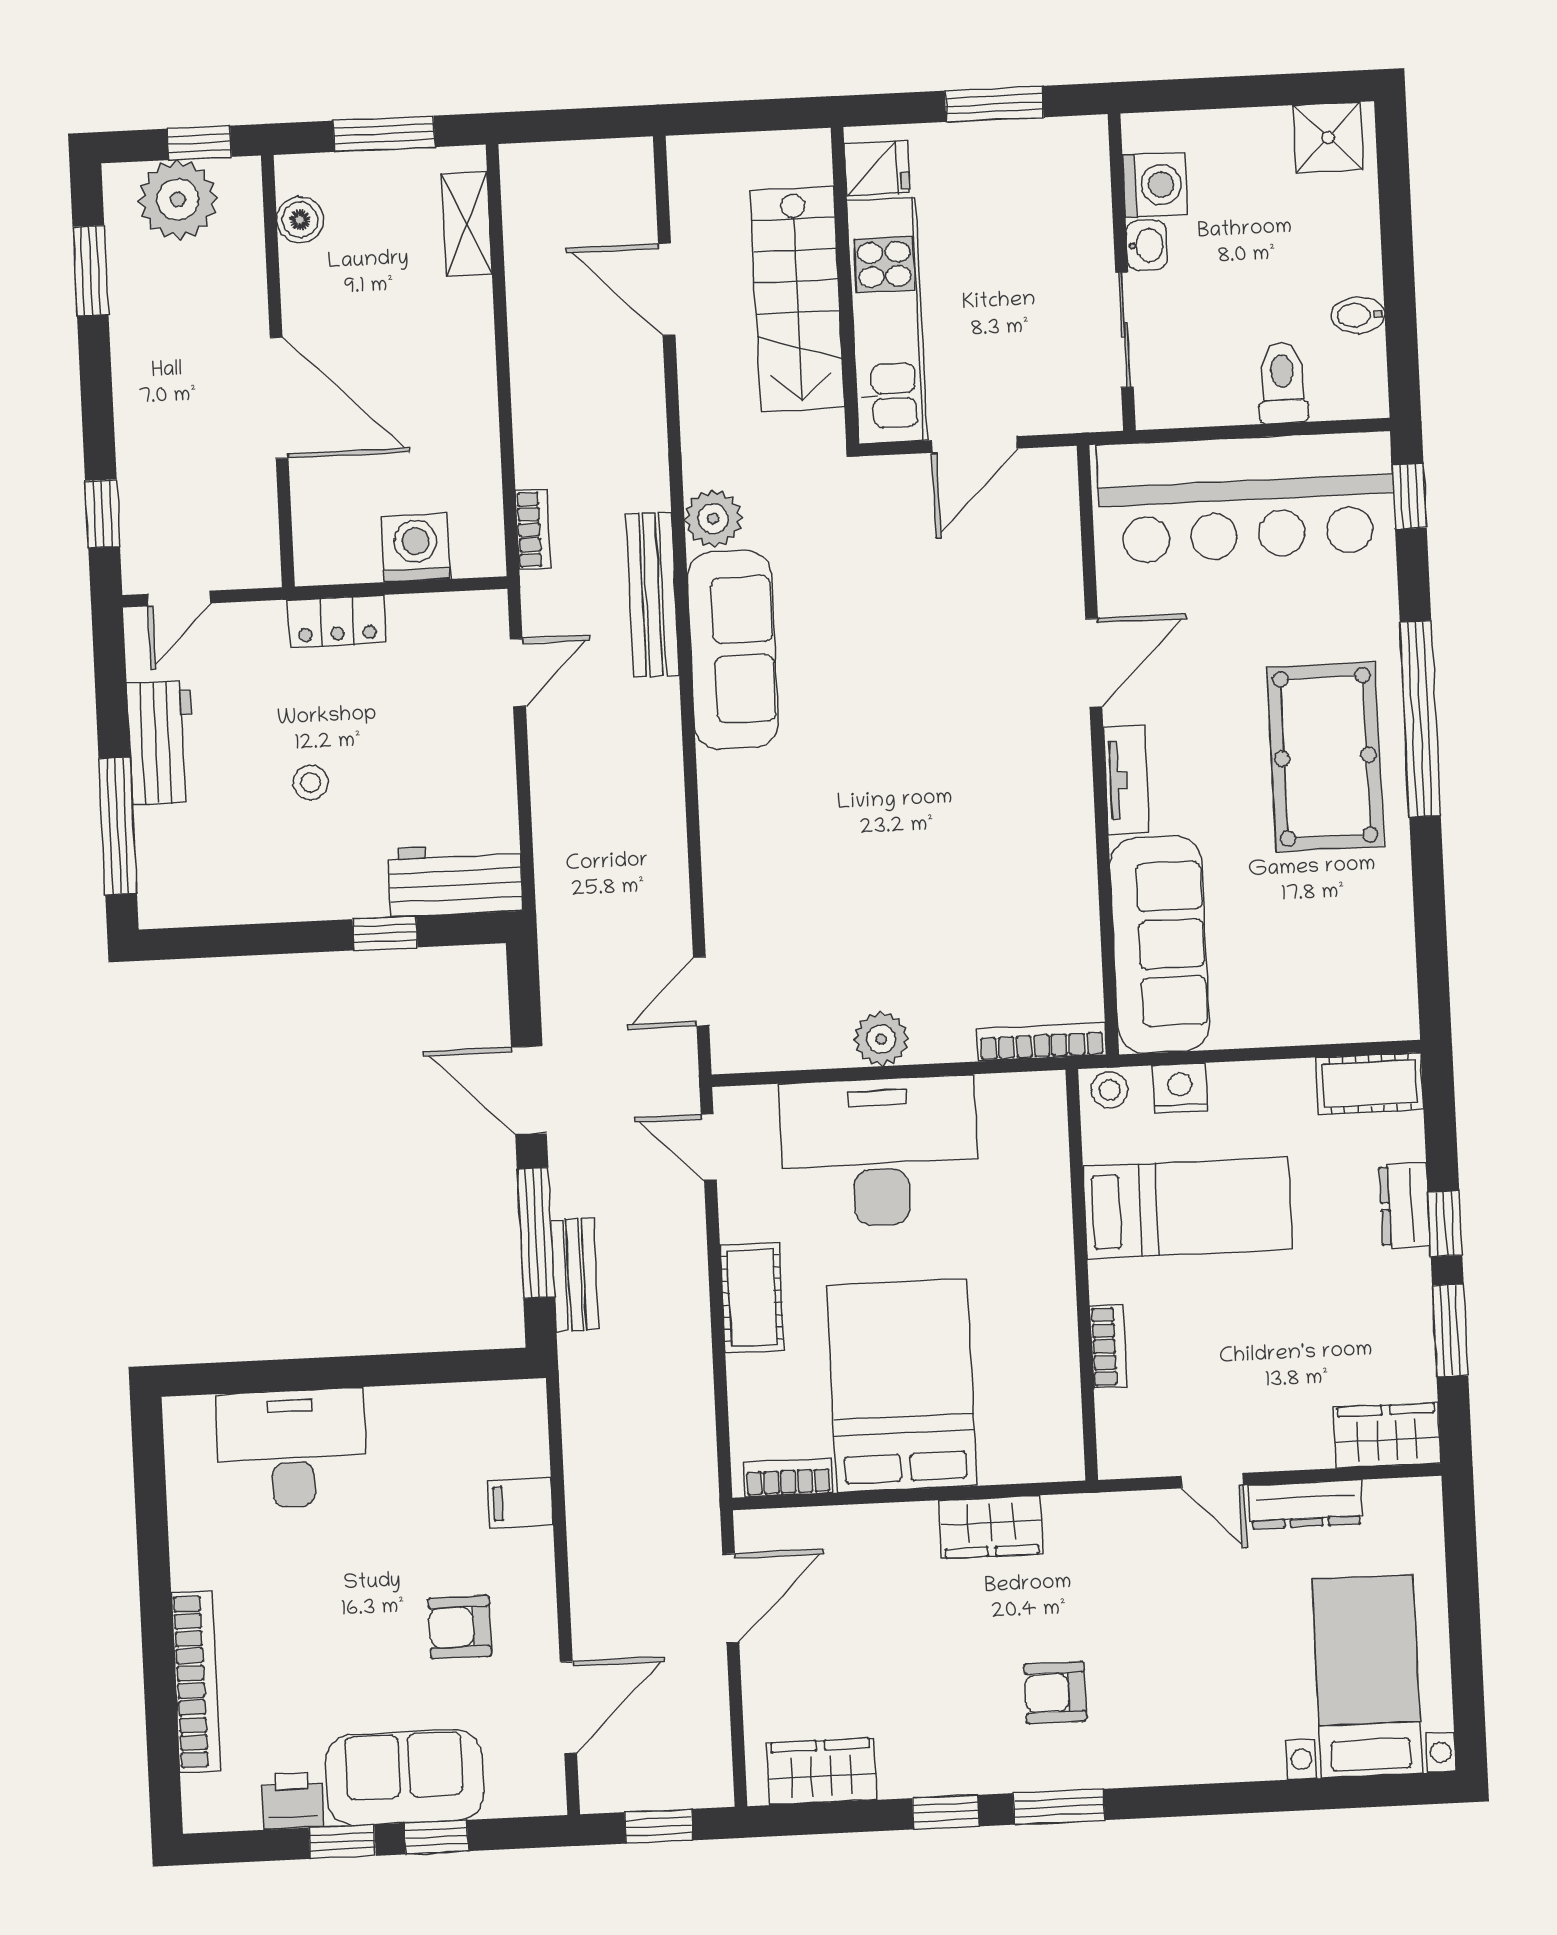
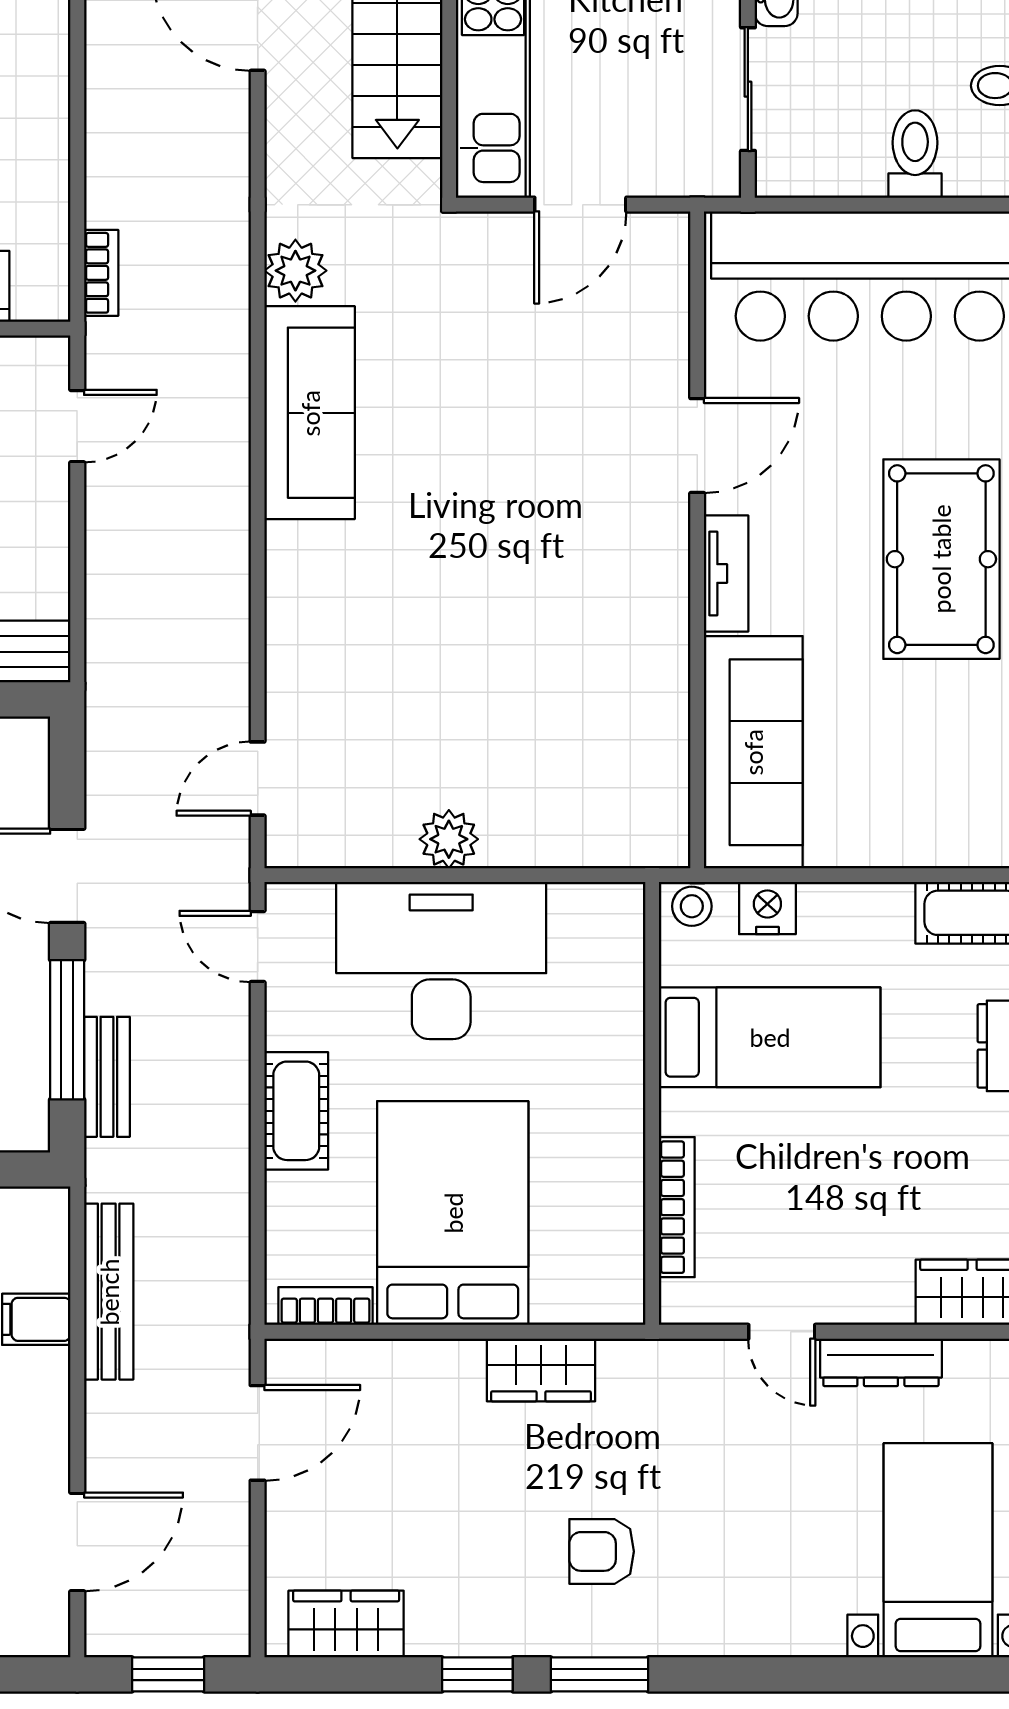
bench: (653, 595) -> (109, 1292), moved
bookcase: (1042, 1042) -> (621, 851), removed
bookcase: (1108, 1346) -> (677, 1207), width x1.56

